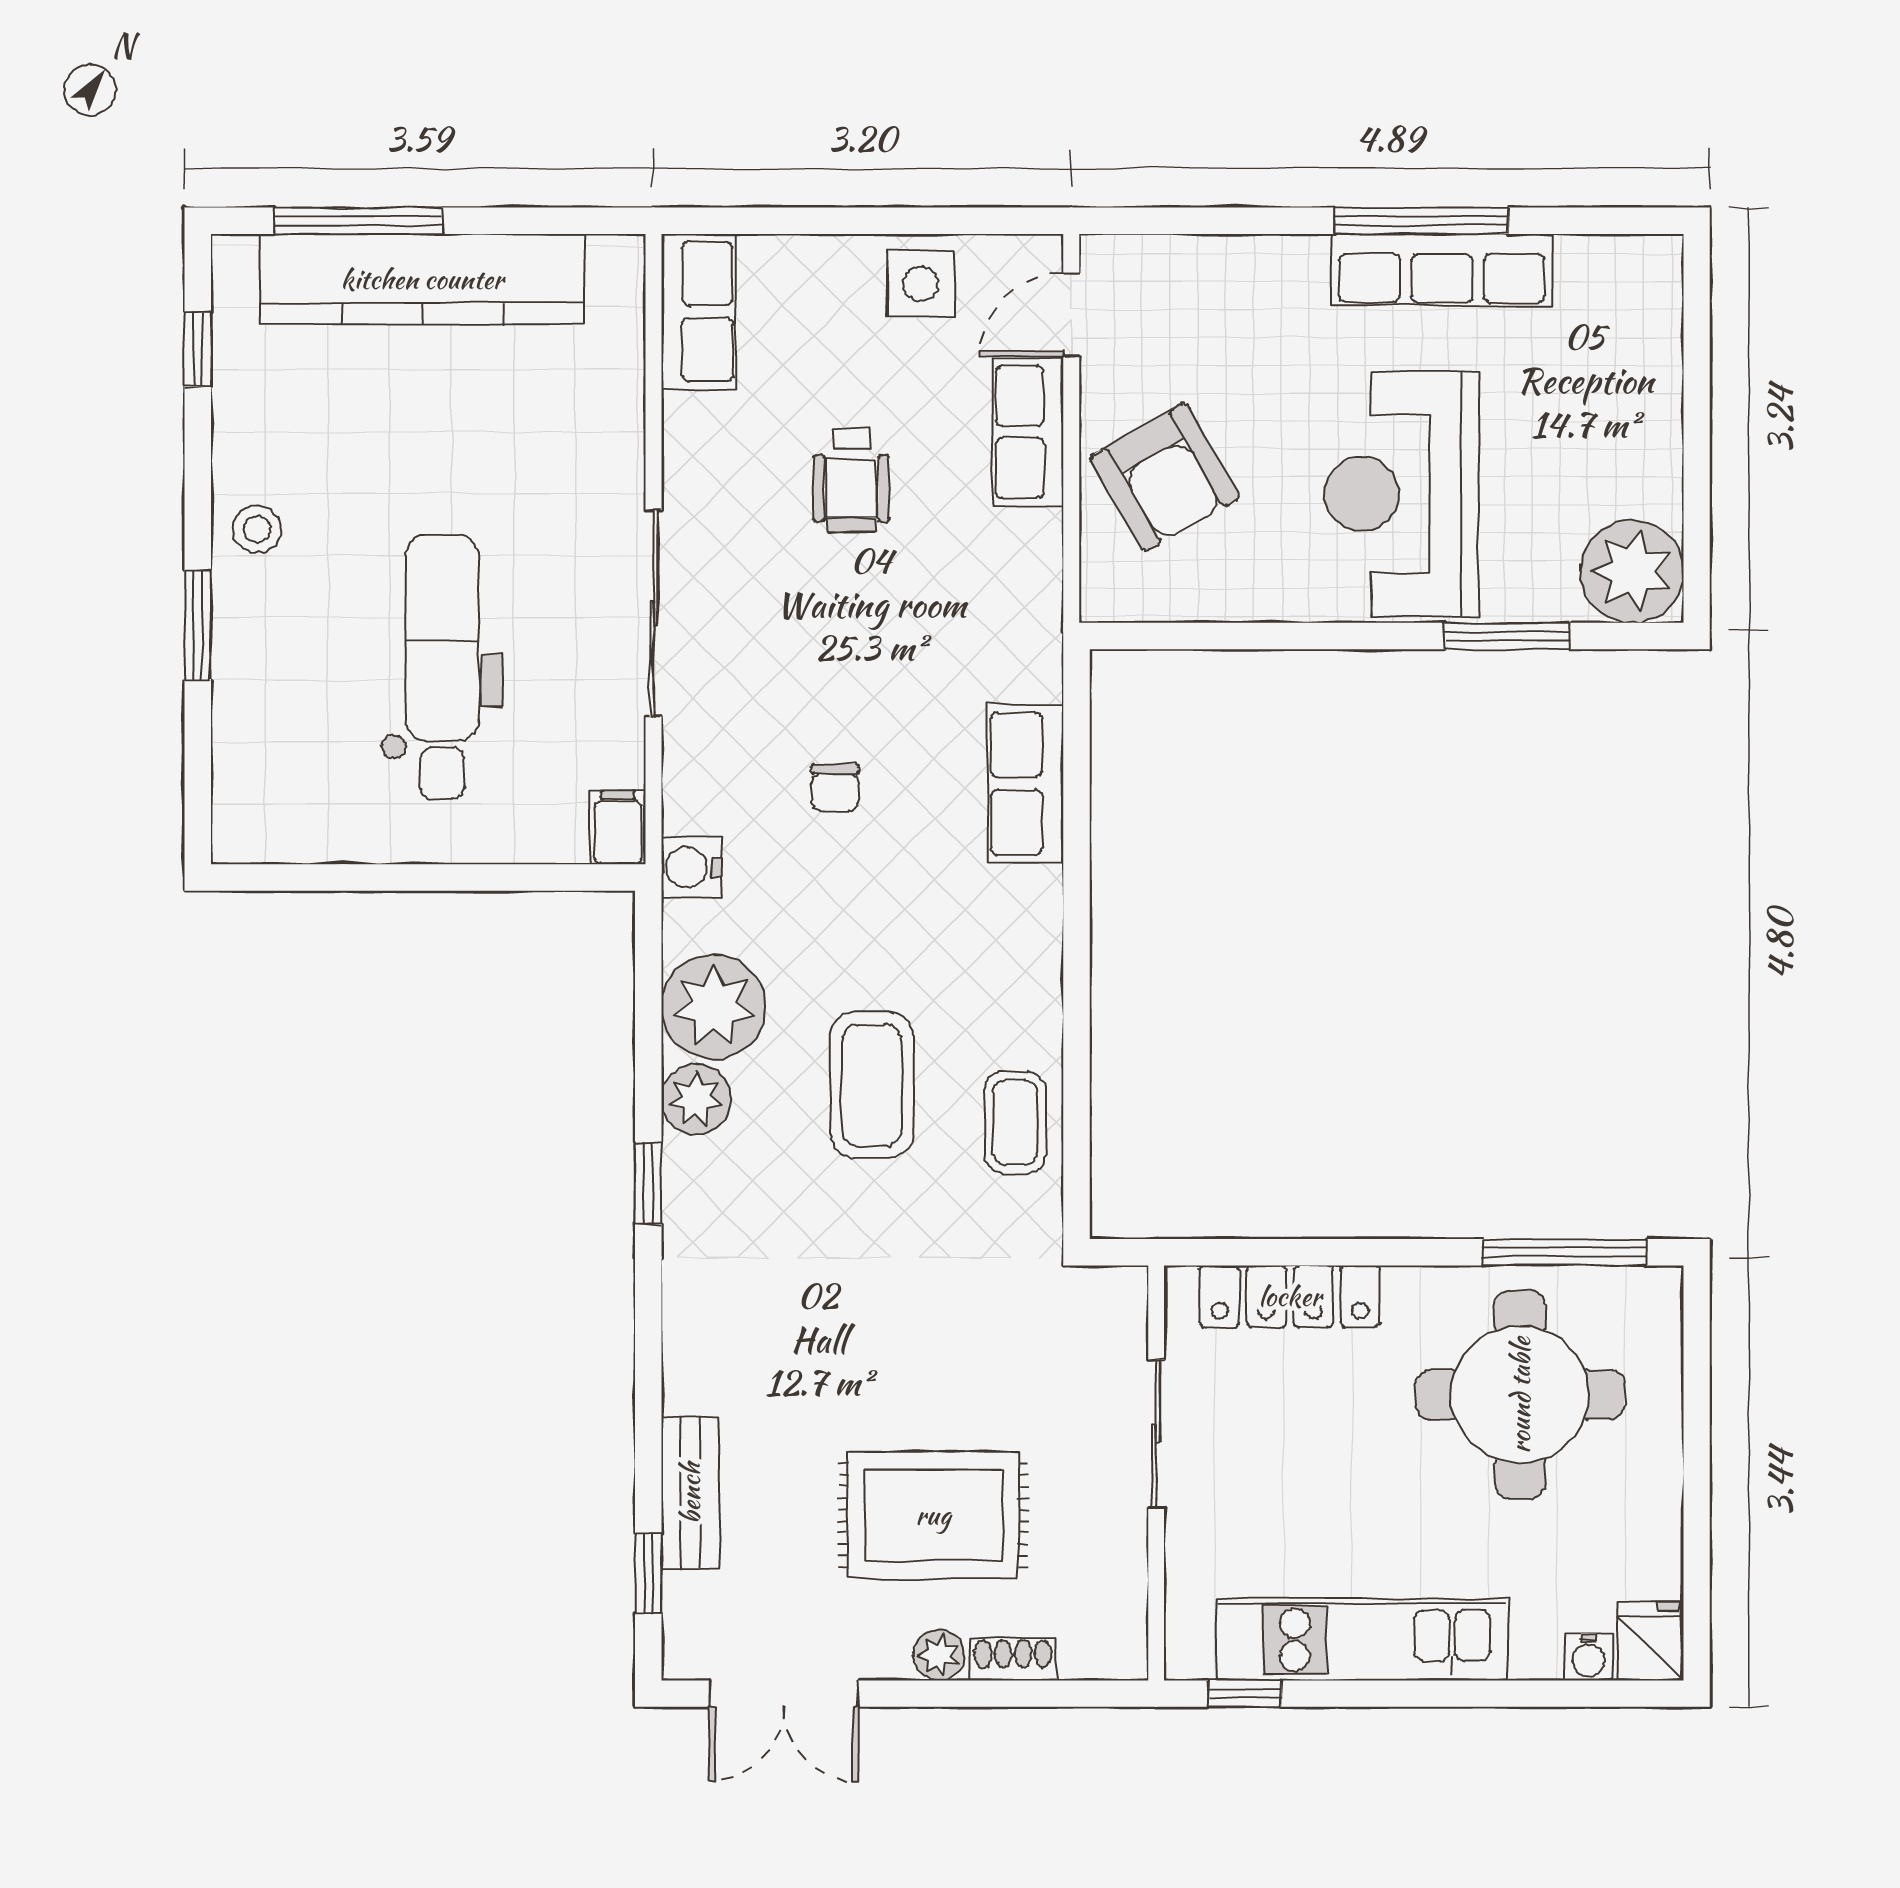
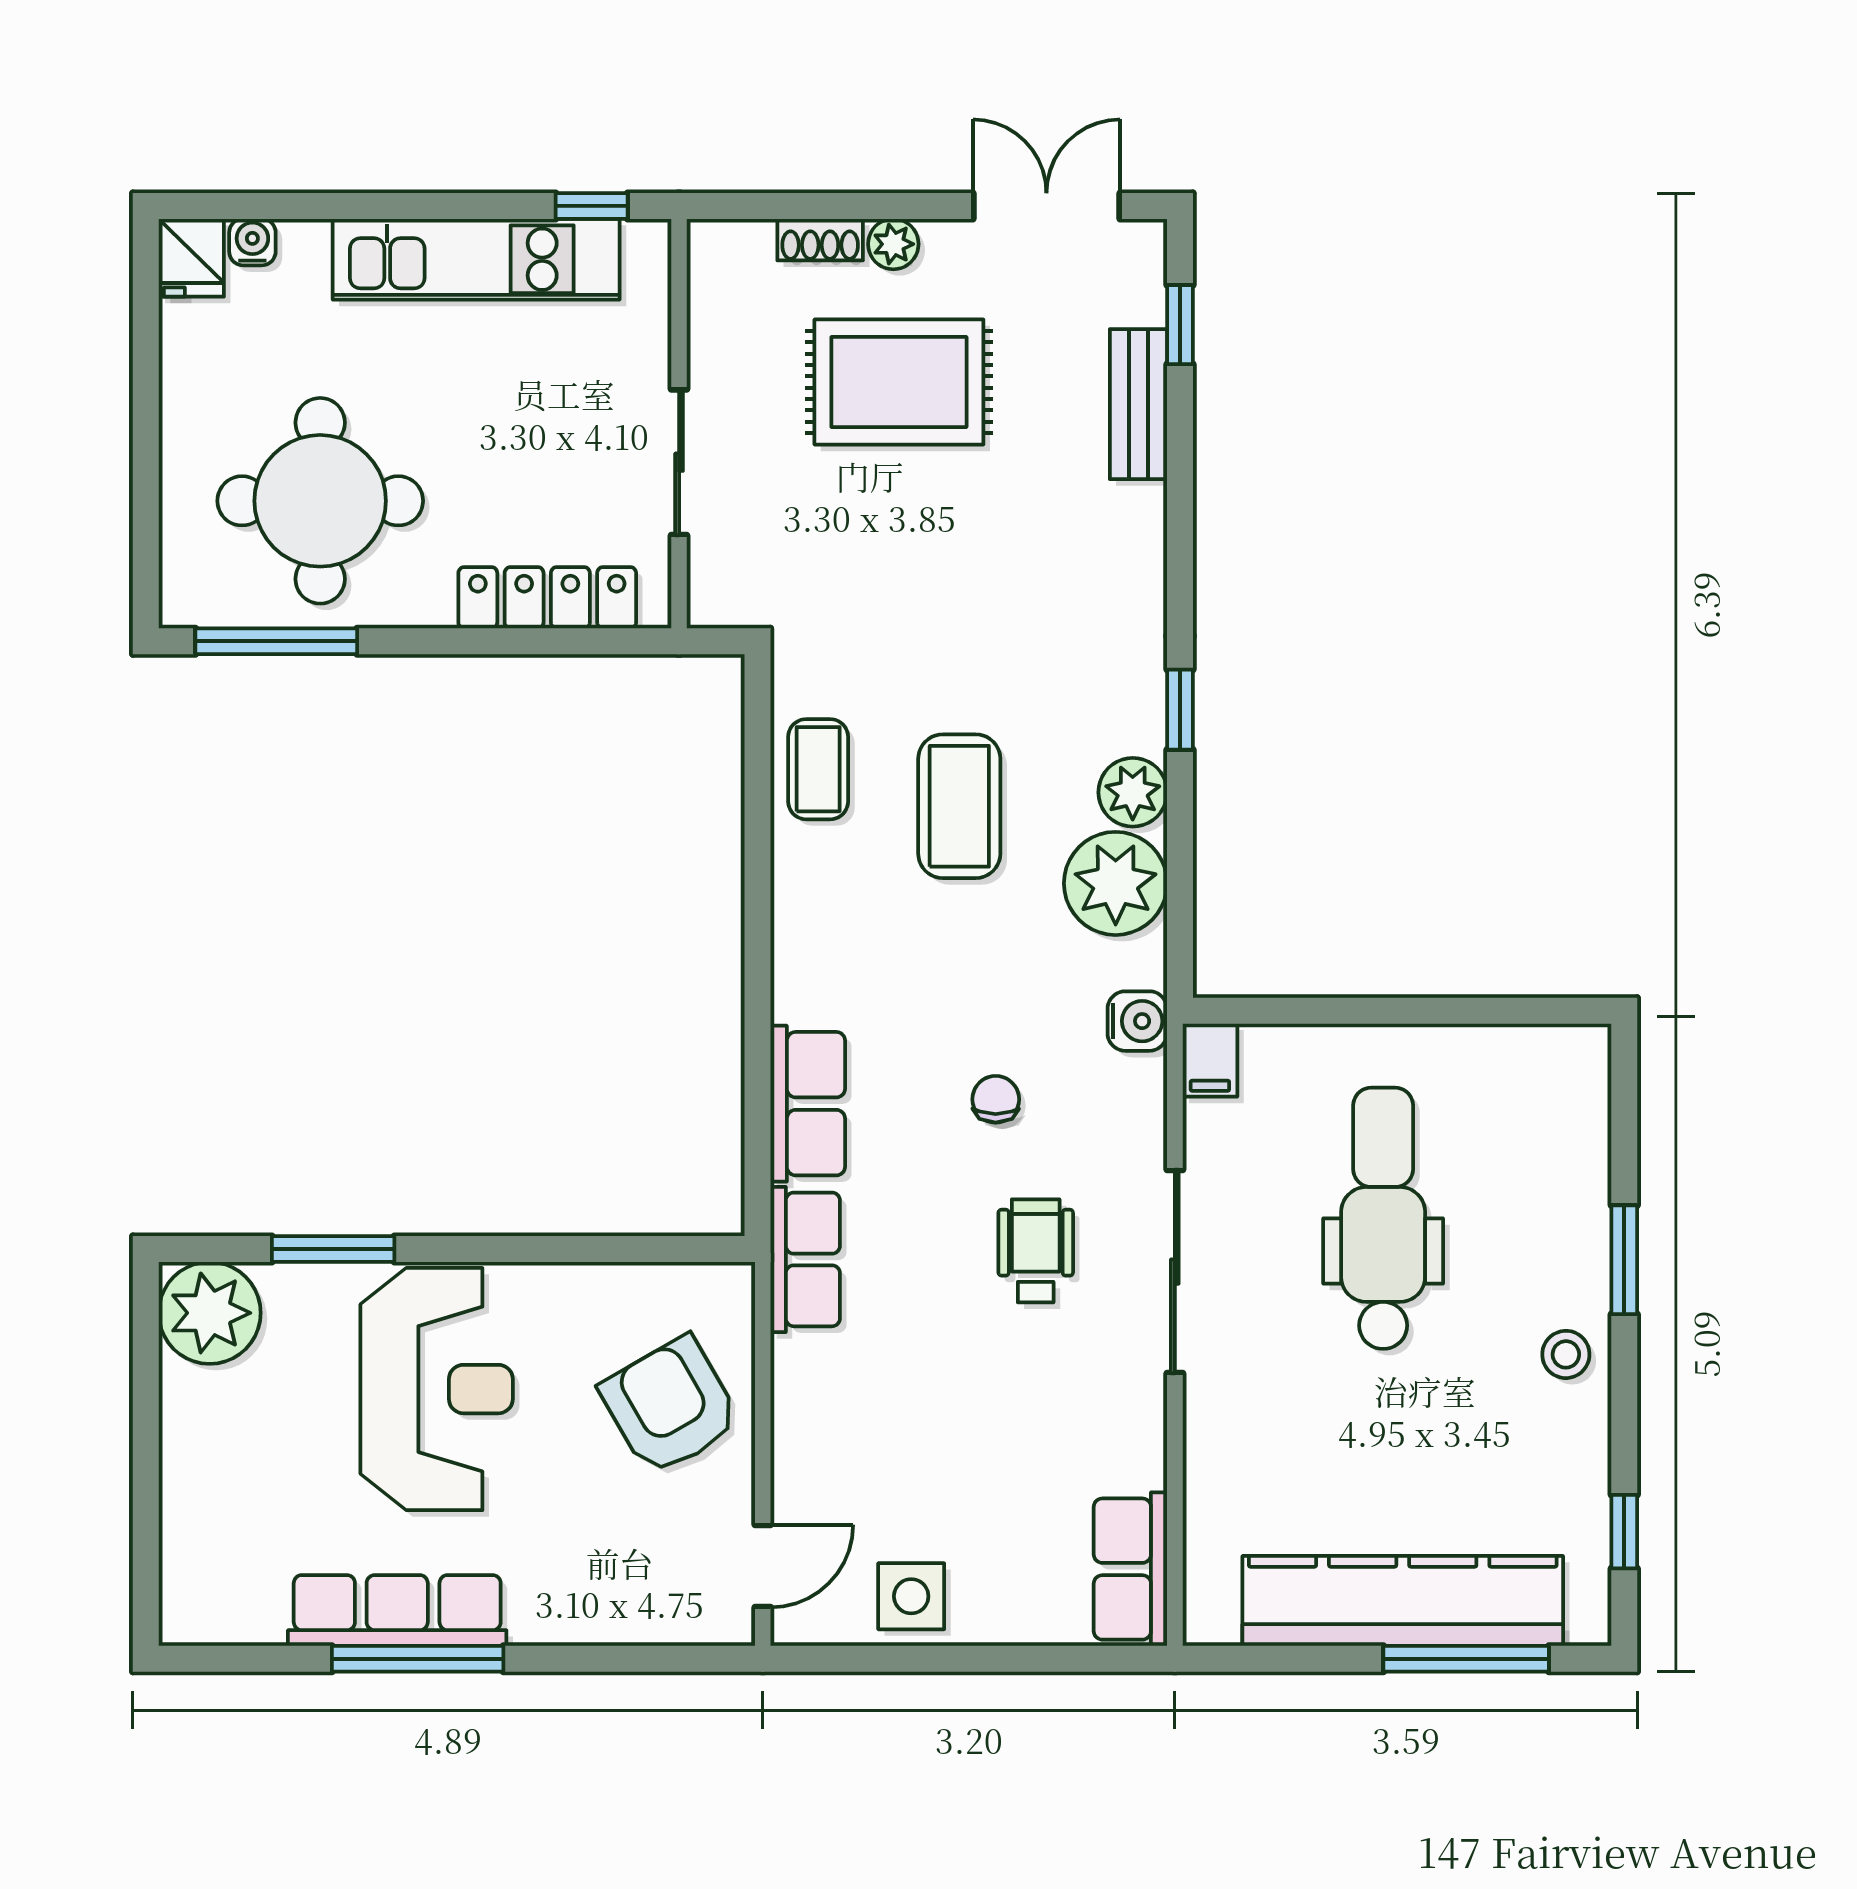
row of seats: (1028, 432) -> (805, 1259), moved
wheelchair: (851, 480) -> (1036, 1251), moved
dental chair: (442, 667) -> (1383, 1218), turned 180

